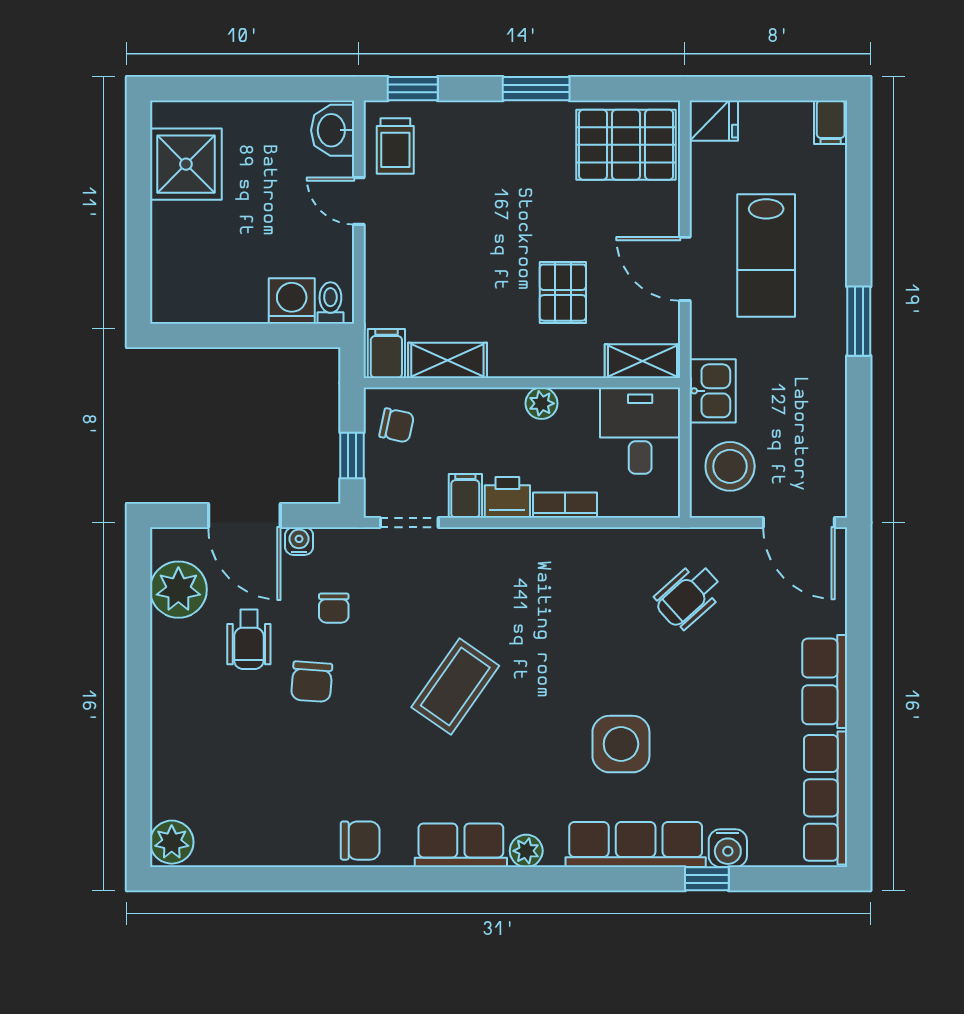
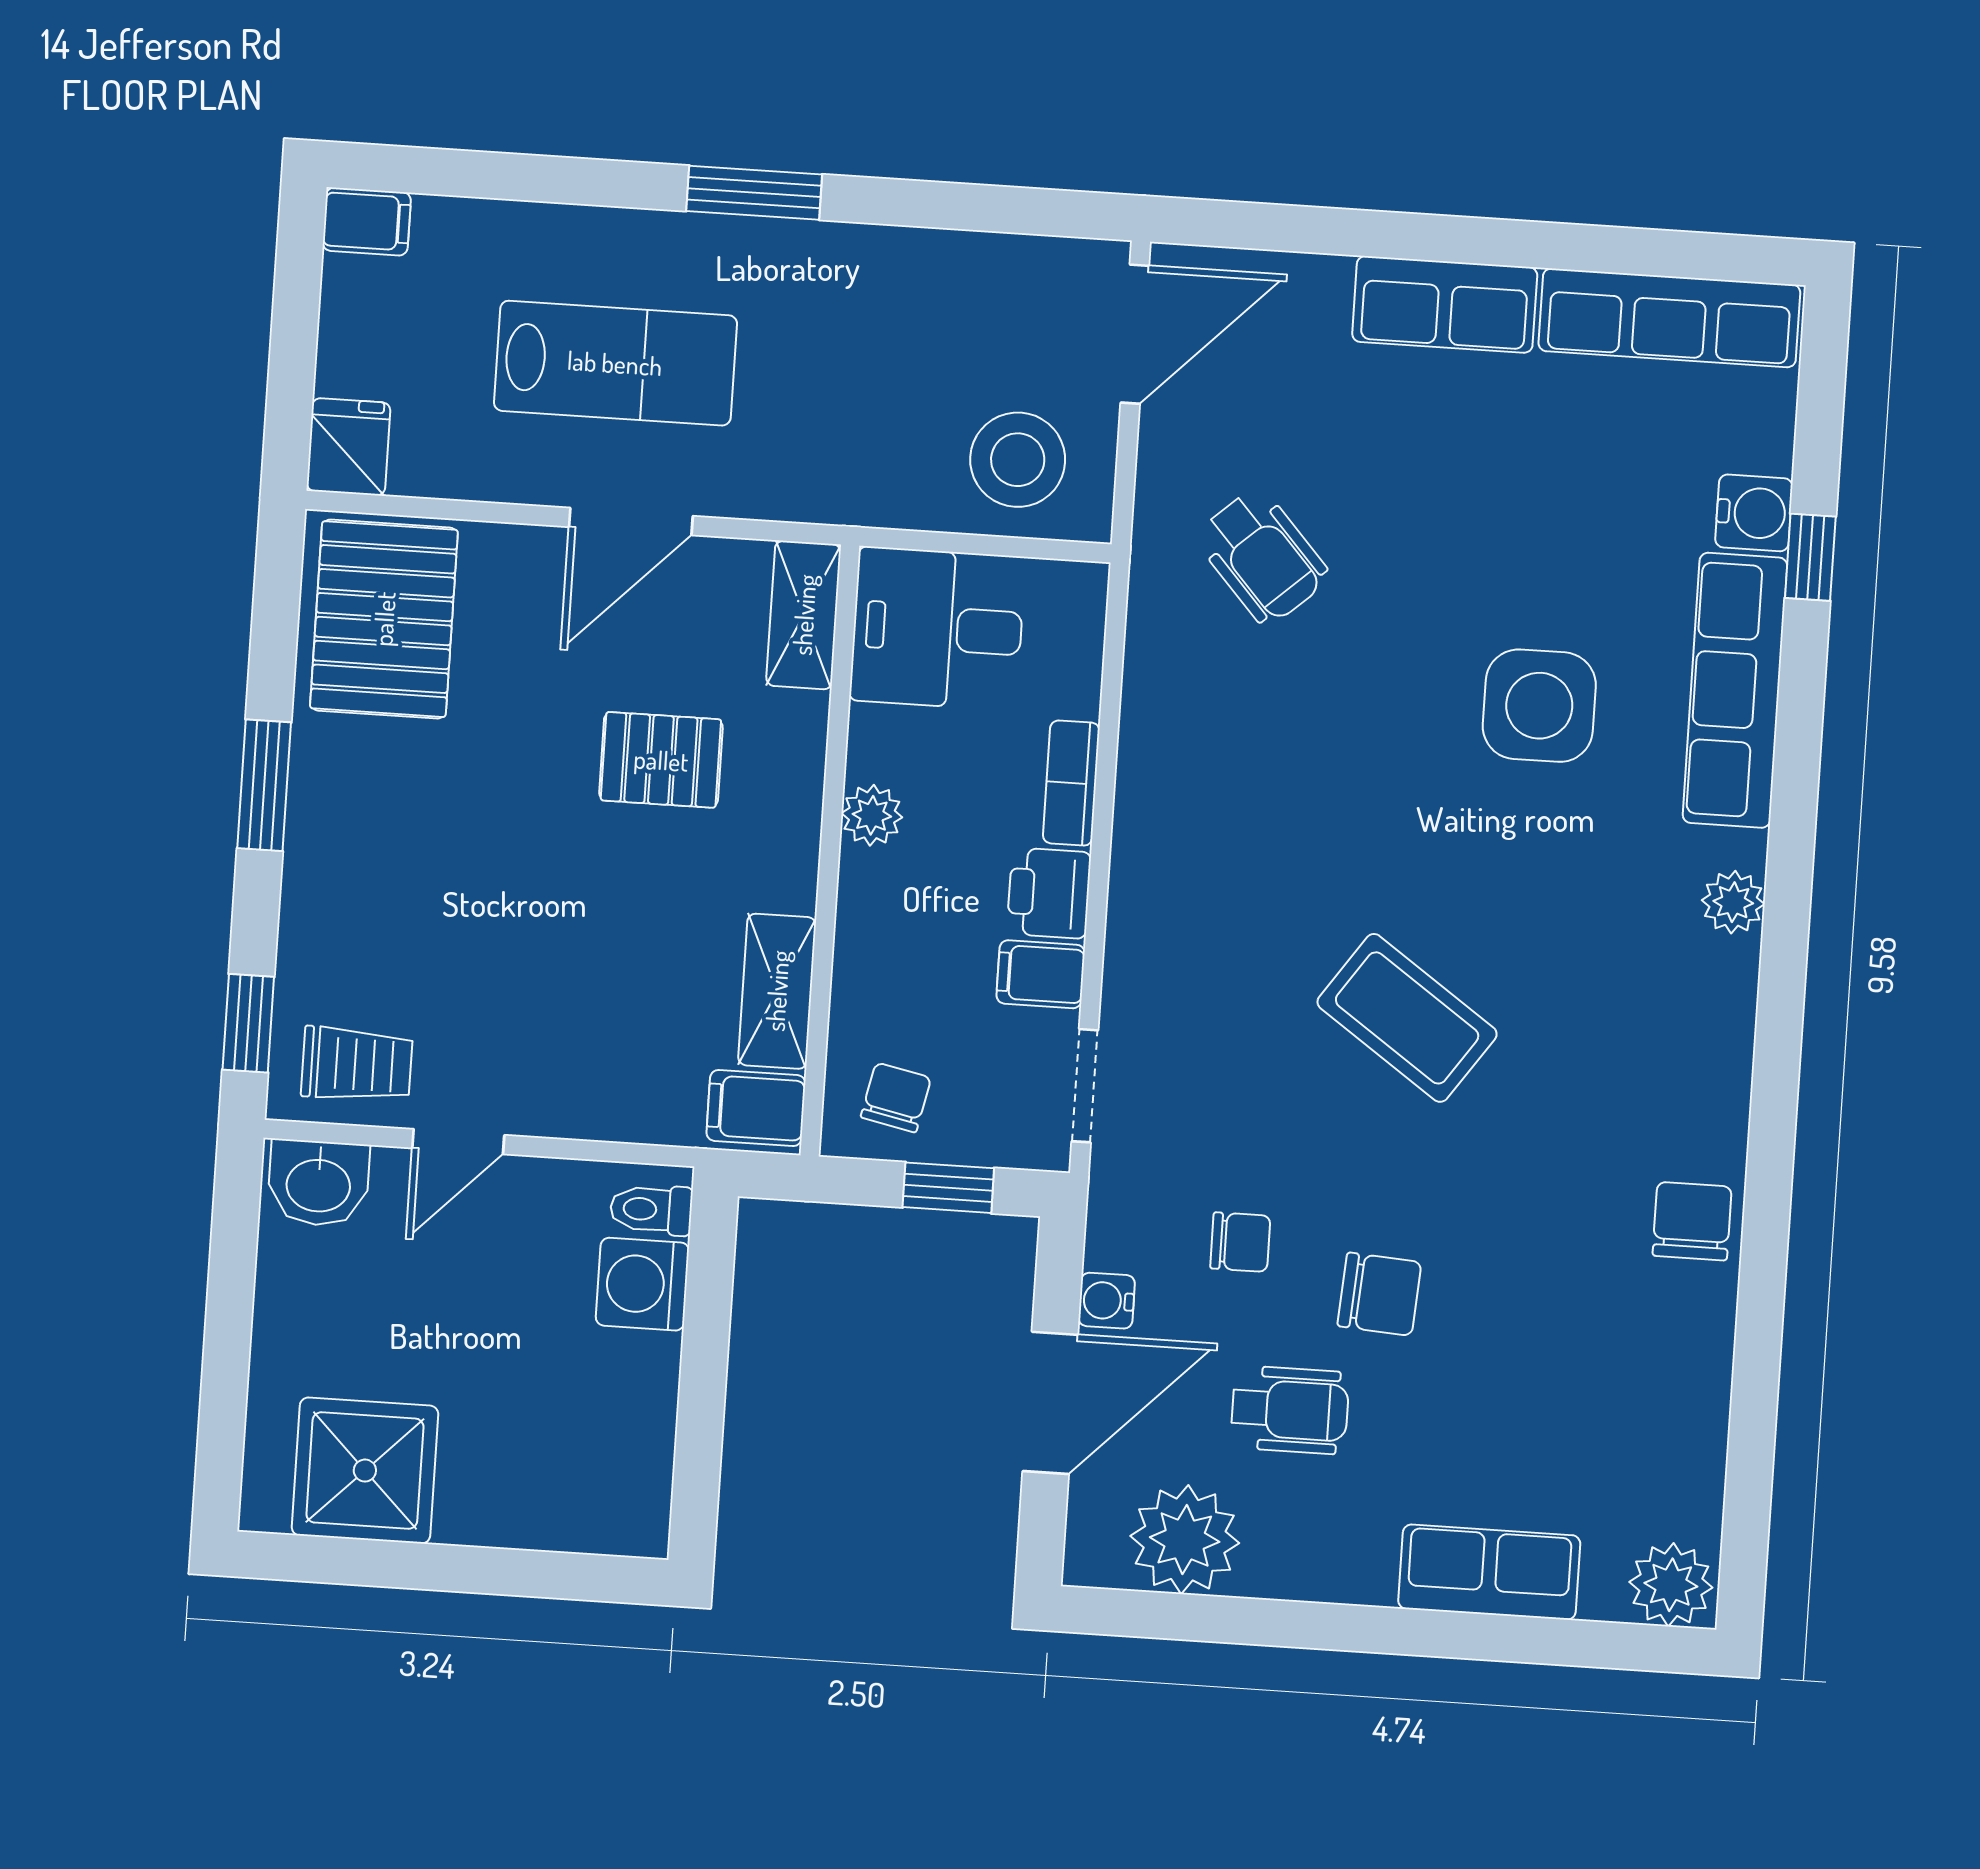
kitchen sink: (713, 391) -> (870, 484), removed
row of seats: (461, 845) -> (1489, 1572), moved, turned 90

